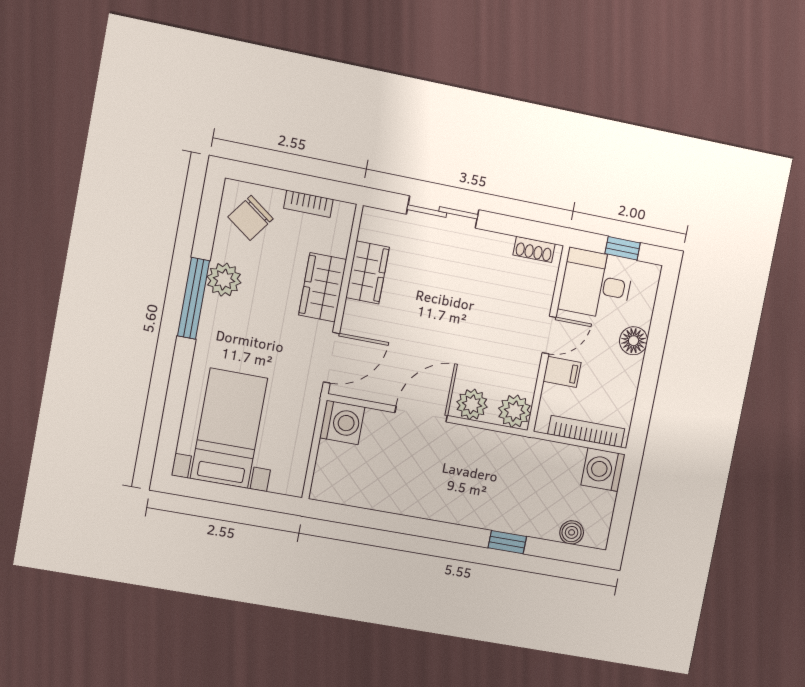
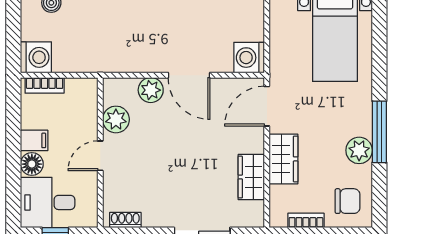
chair: (251, 218) -> (348, 201), turned 54
desk: (596, 284) -> (48, 202), moved, turned 180
filing cabinet: (562, 372) -> (34, 140), moved, turned 180
plant: (515, 411) -> (116, 119), moved
door: (421, 414) -> (189, 75), hinge flipped
bookcase: (586, 431) -> (45, 85), width x0.64

